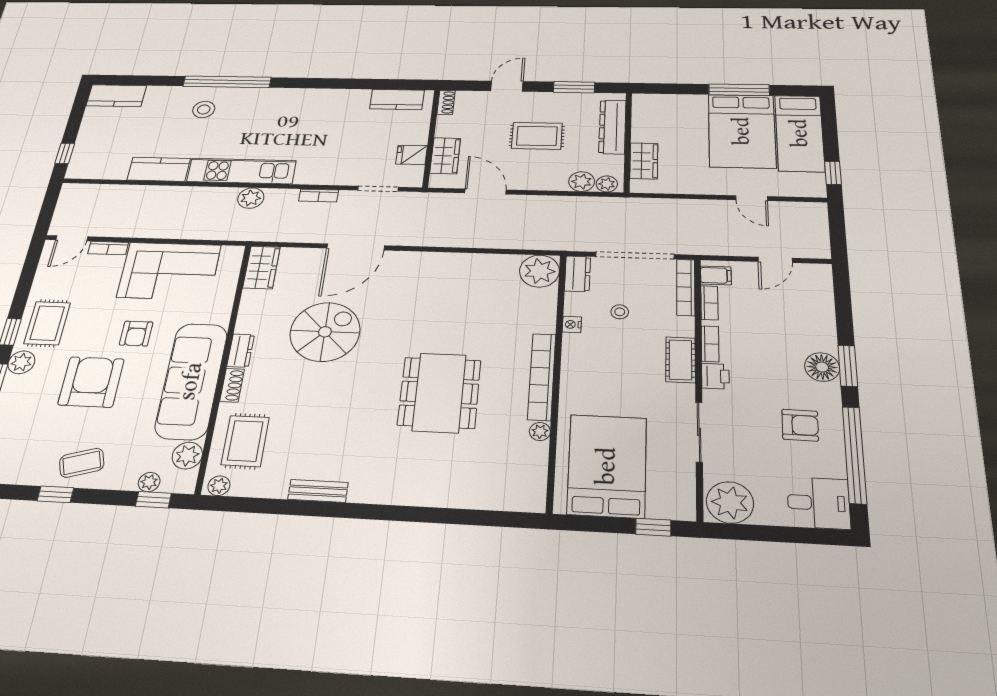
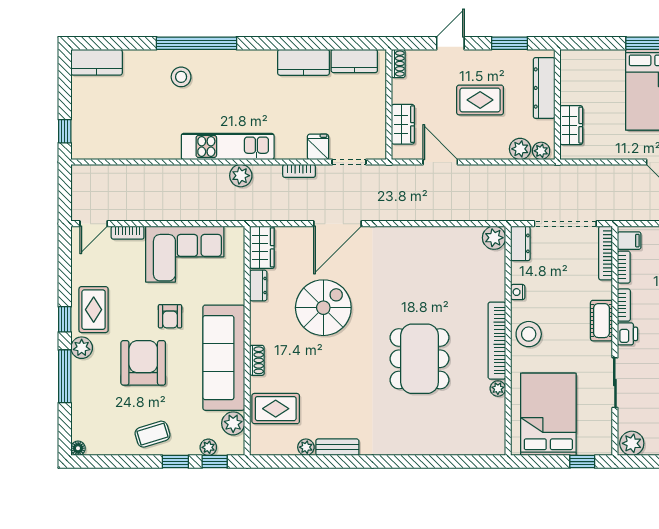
fridge: (412, 155) -> (318, 147), moved, turned 90
kitchen counter: (159, 169) -> (304, 62), moved, turned 180
plant: (539, 271) -> (494, 238), width x0.73, depth x0.73
stool: (620, 312) -> (529, 334), moved, width x1.89, depth x1.89
dresser: (241, 351) -> (258, 285), moved
rug: (245, 441) -> (276, 409), turned 90
plant: (219, 486) -> (306, 447), moved
window: (55, 494) -> (175, 462), moved
plant: (730, 502) -> (632, 443), width x0.73, depth x0.73

